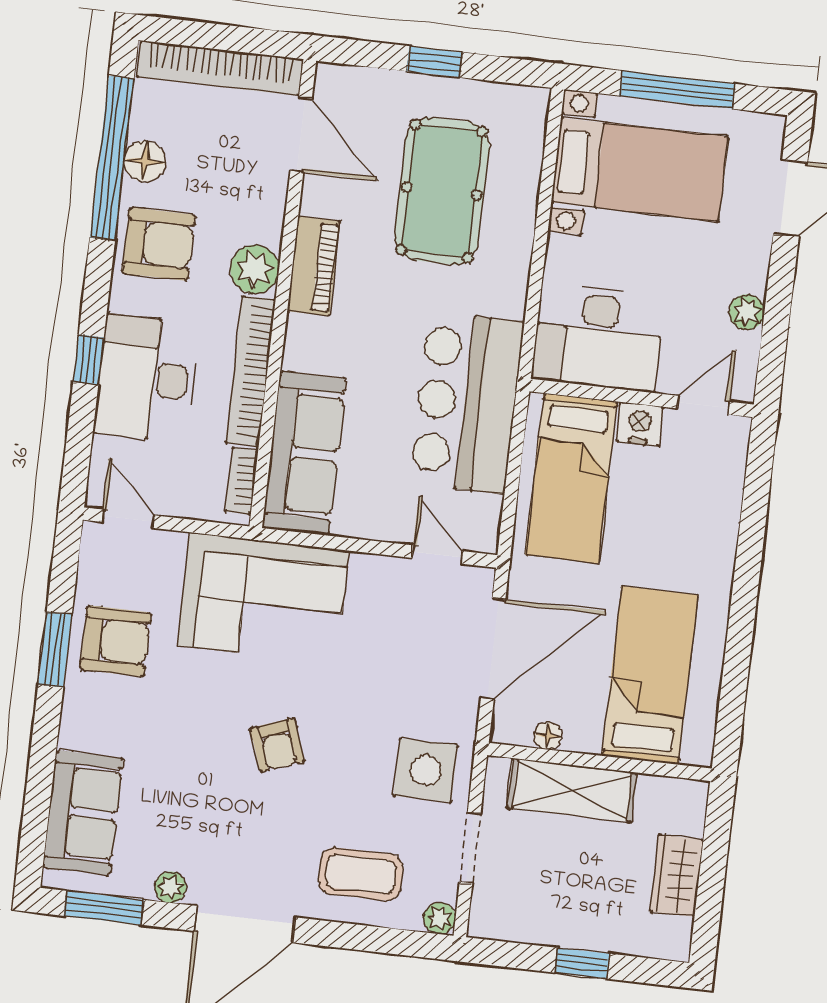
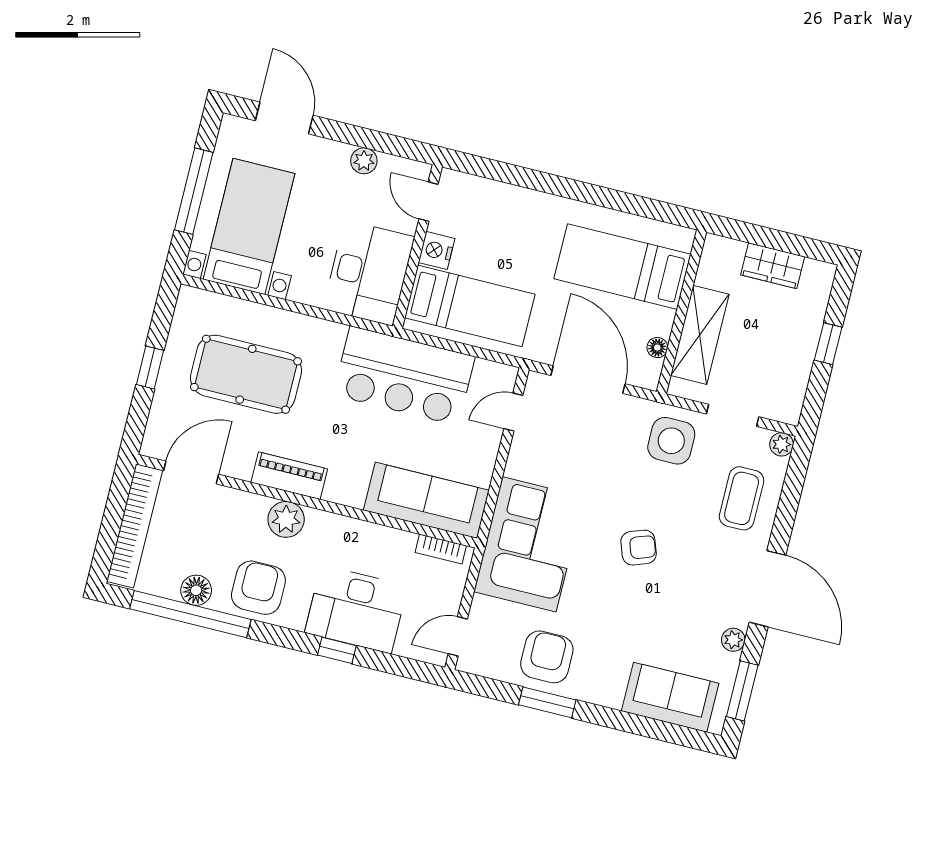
bookcase: (250, 371) -> (361, 532), removed

